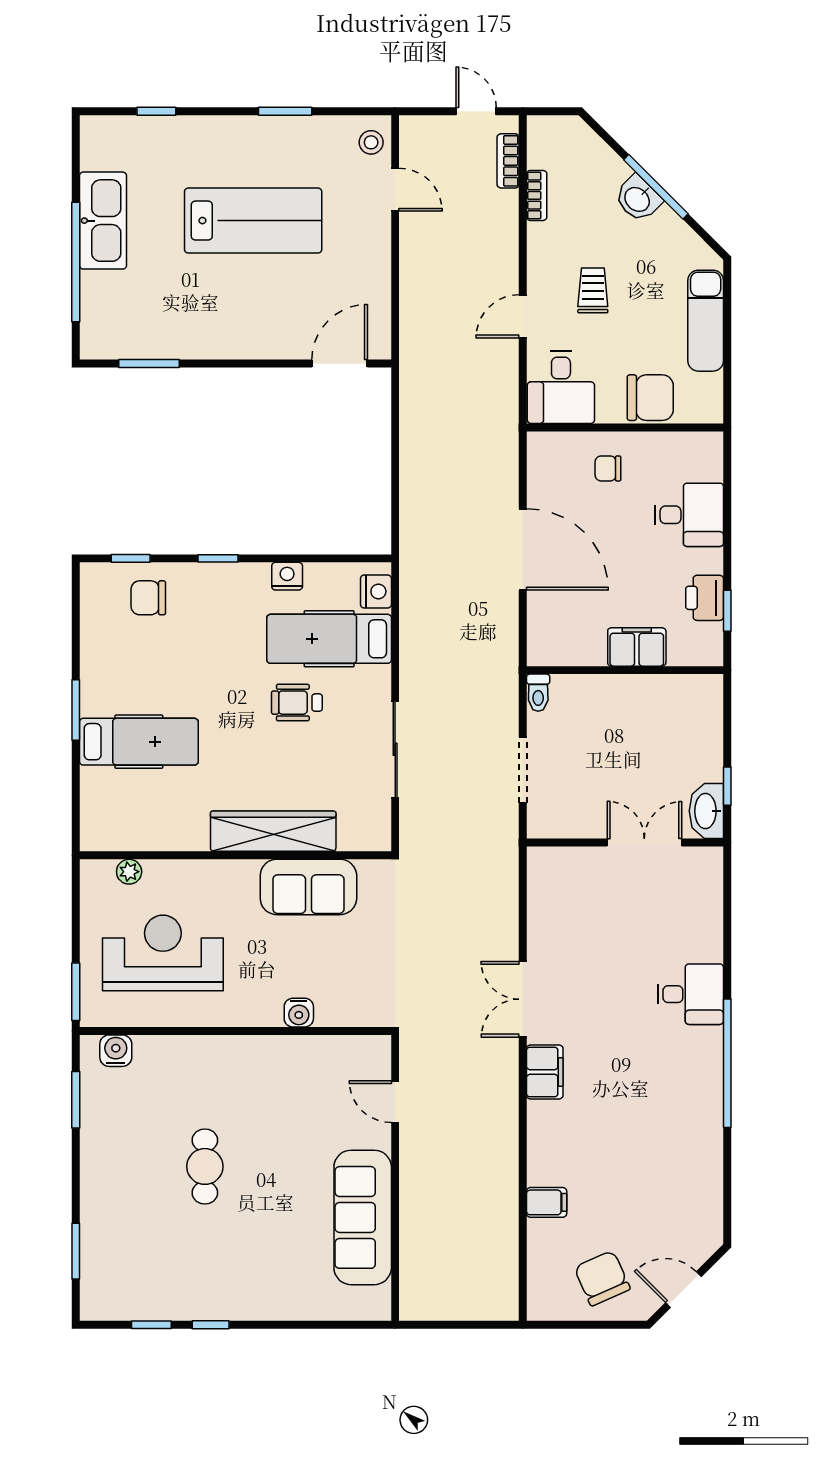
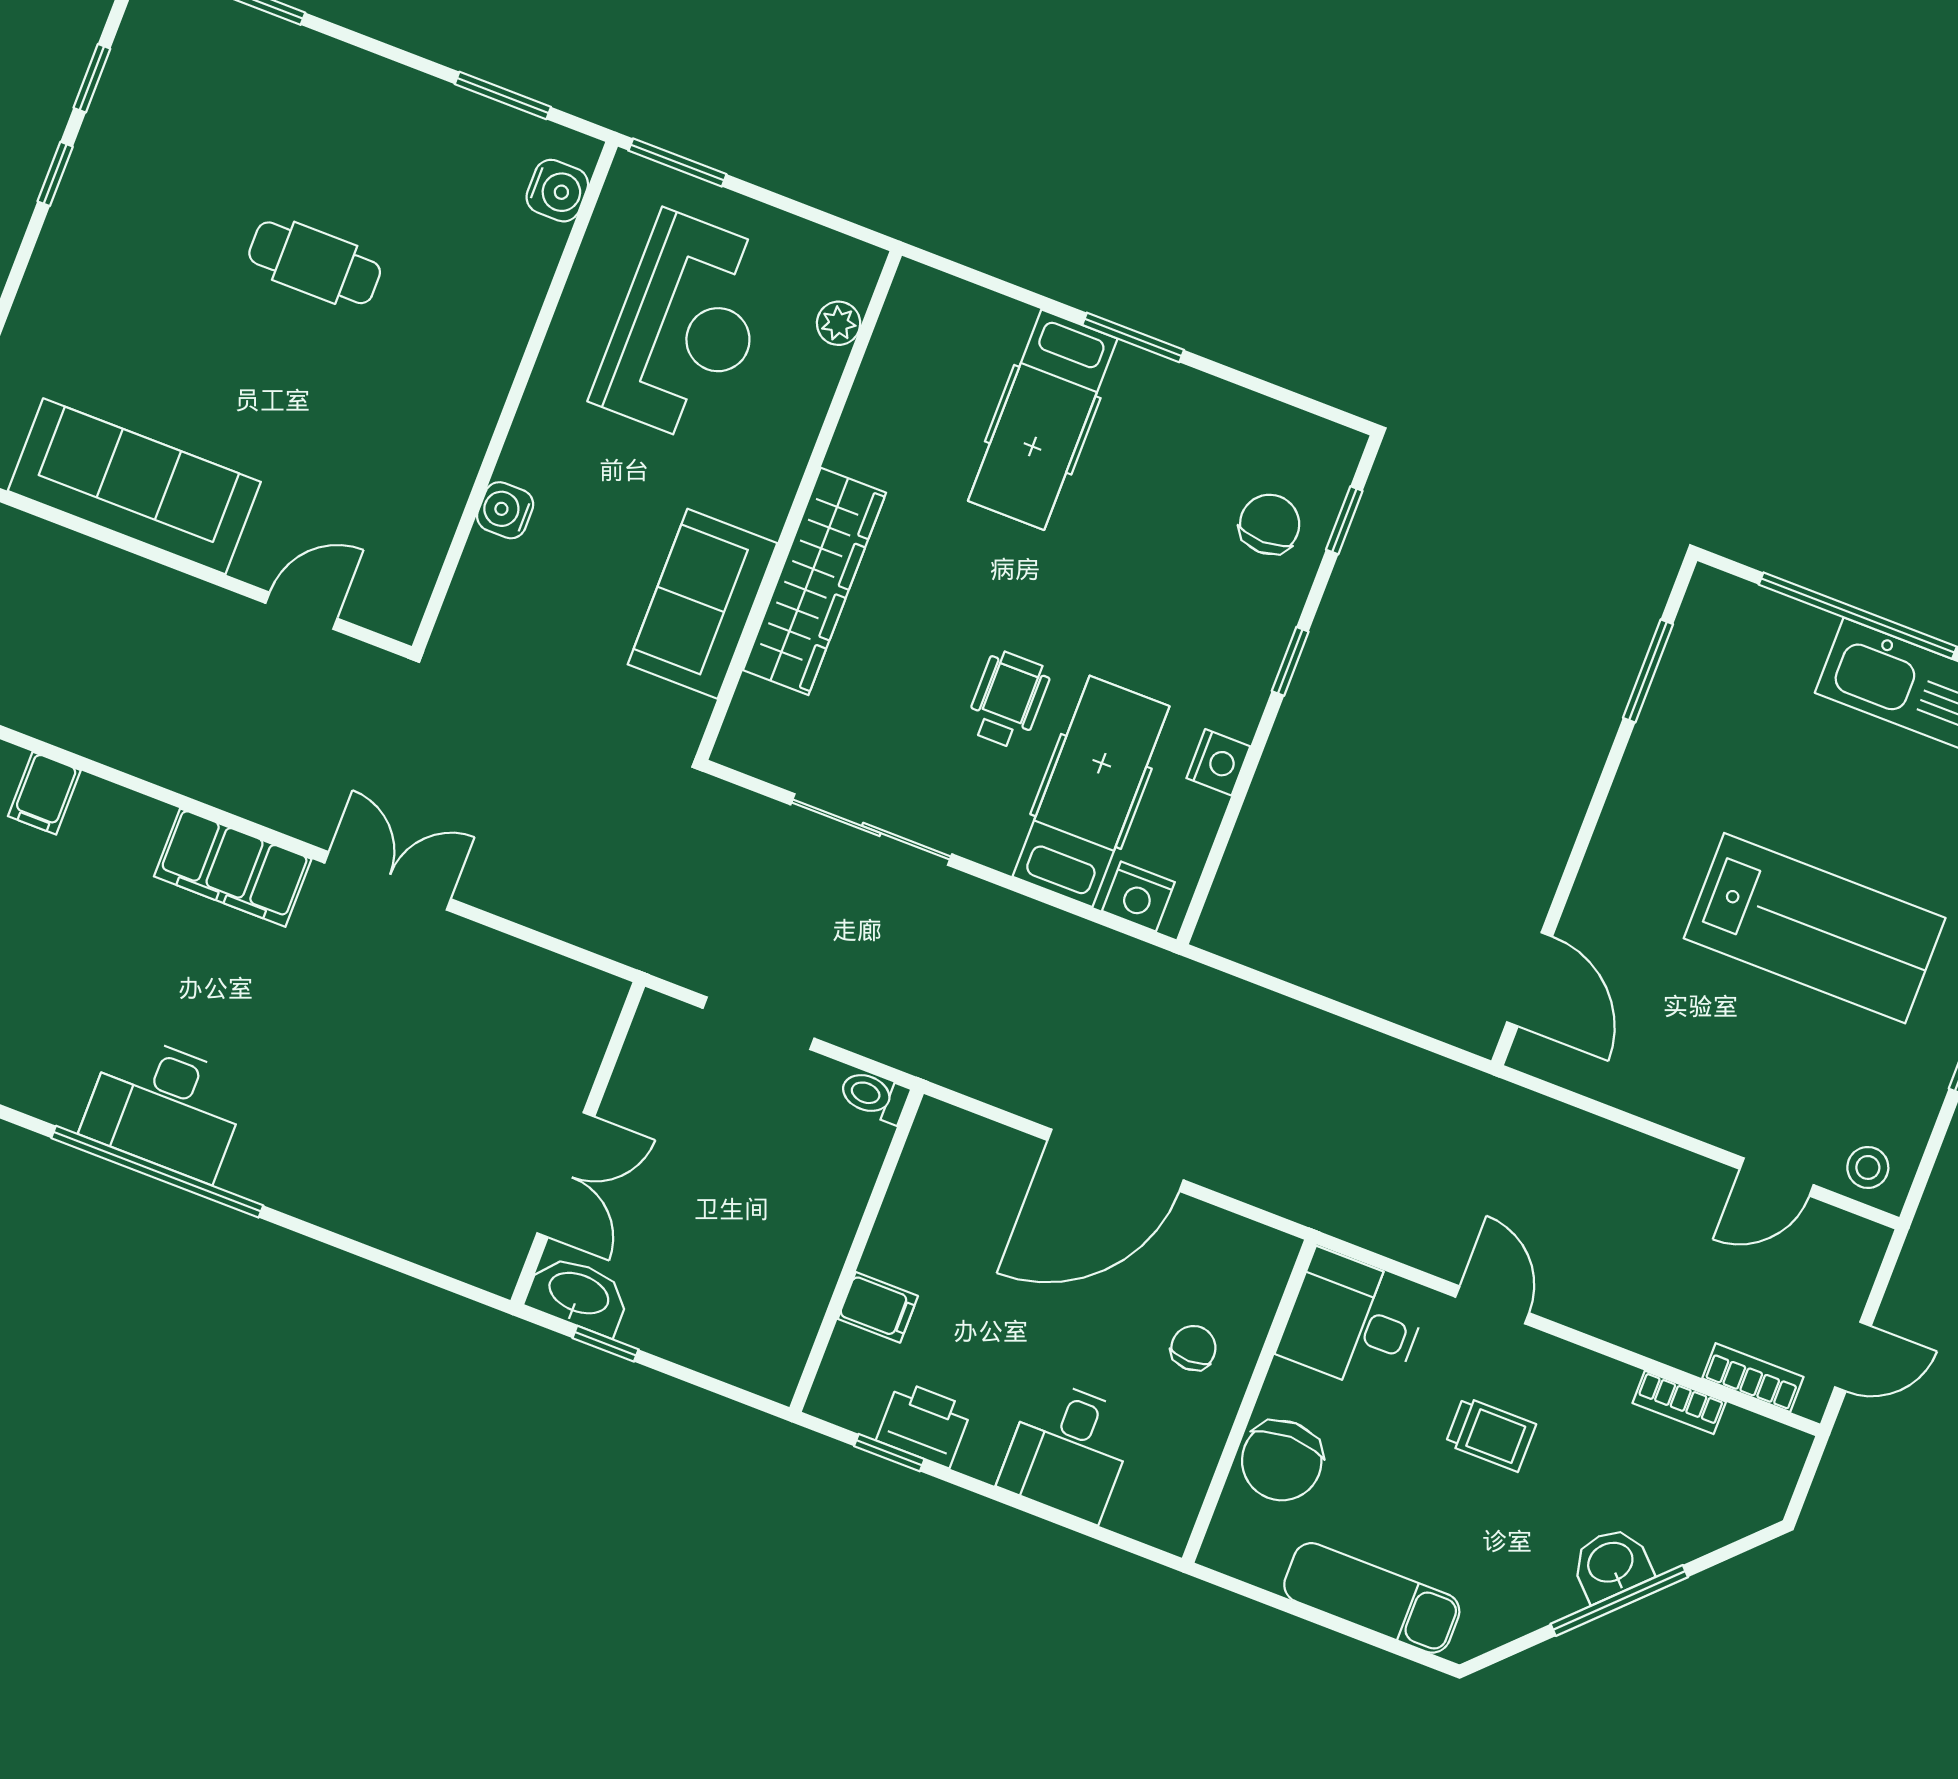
lab bench: (253, 221) -> (1815, 928), turned -90
filing cabinet: (637, 647) -> (878, 1307), width x0.50
desk: (691, 994) -> (165, 1107), moved, width x1.37
filing cabinet: (545, 1072) -> (233, 868), width x1.50, depth x1.17

